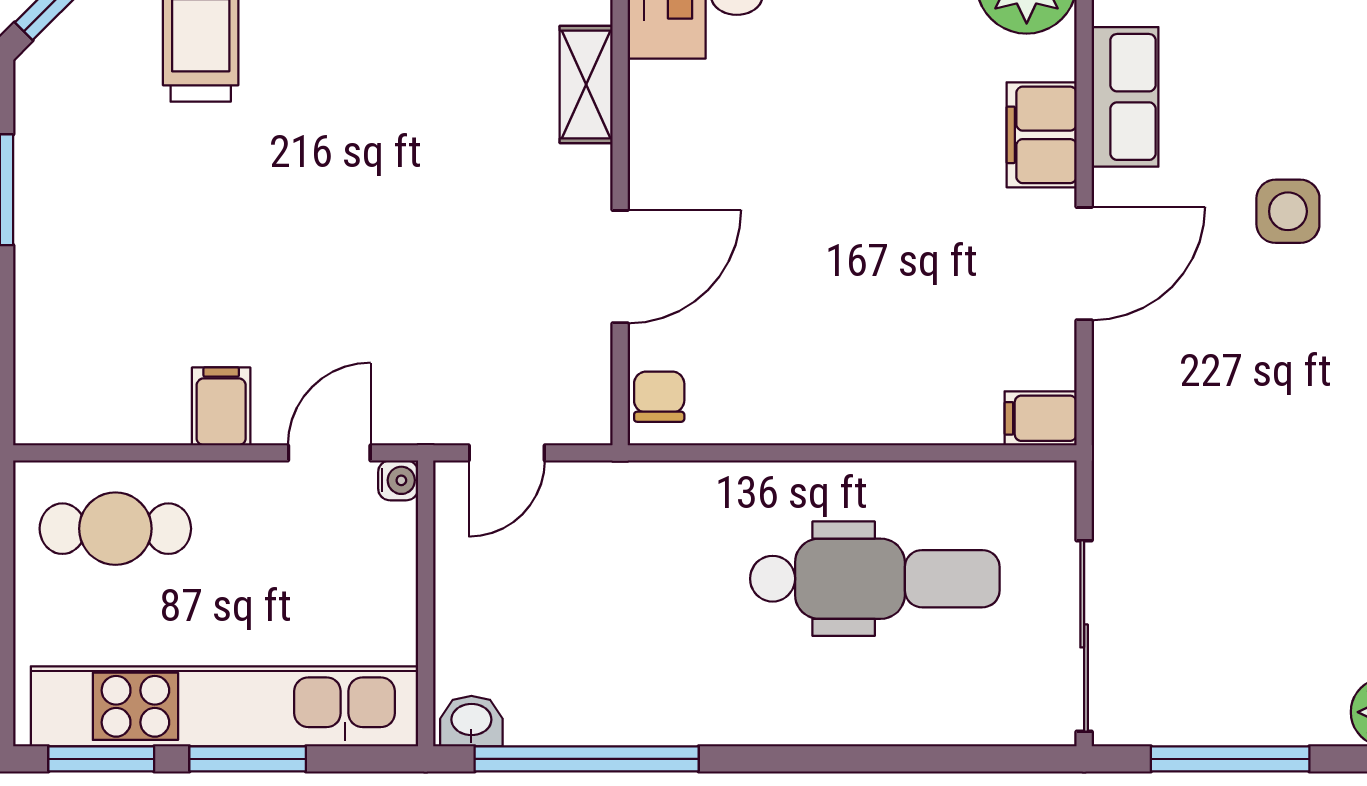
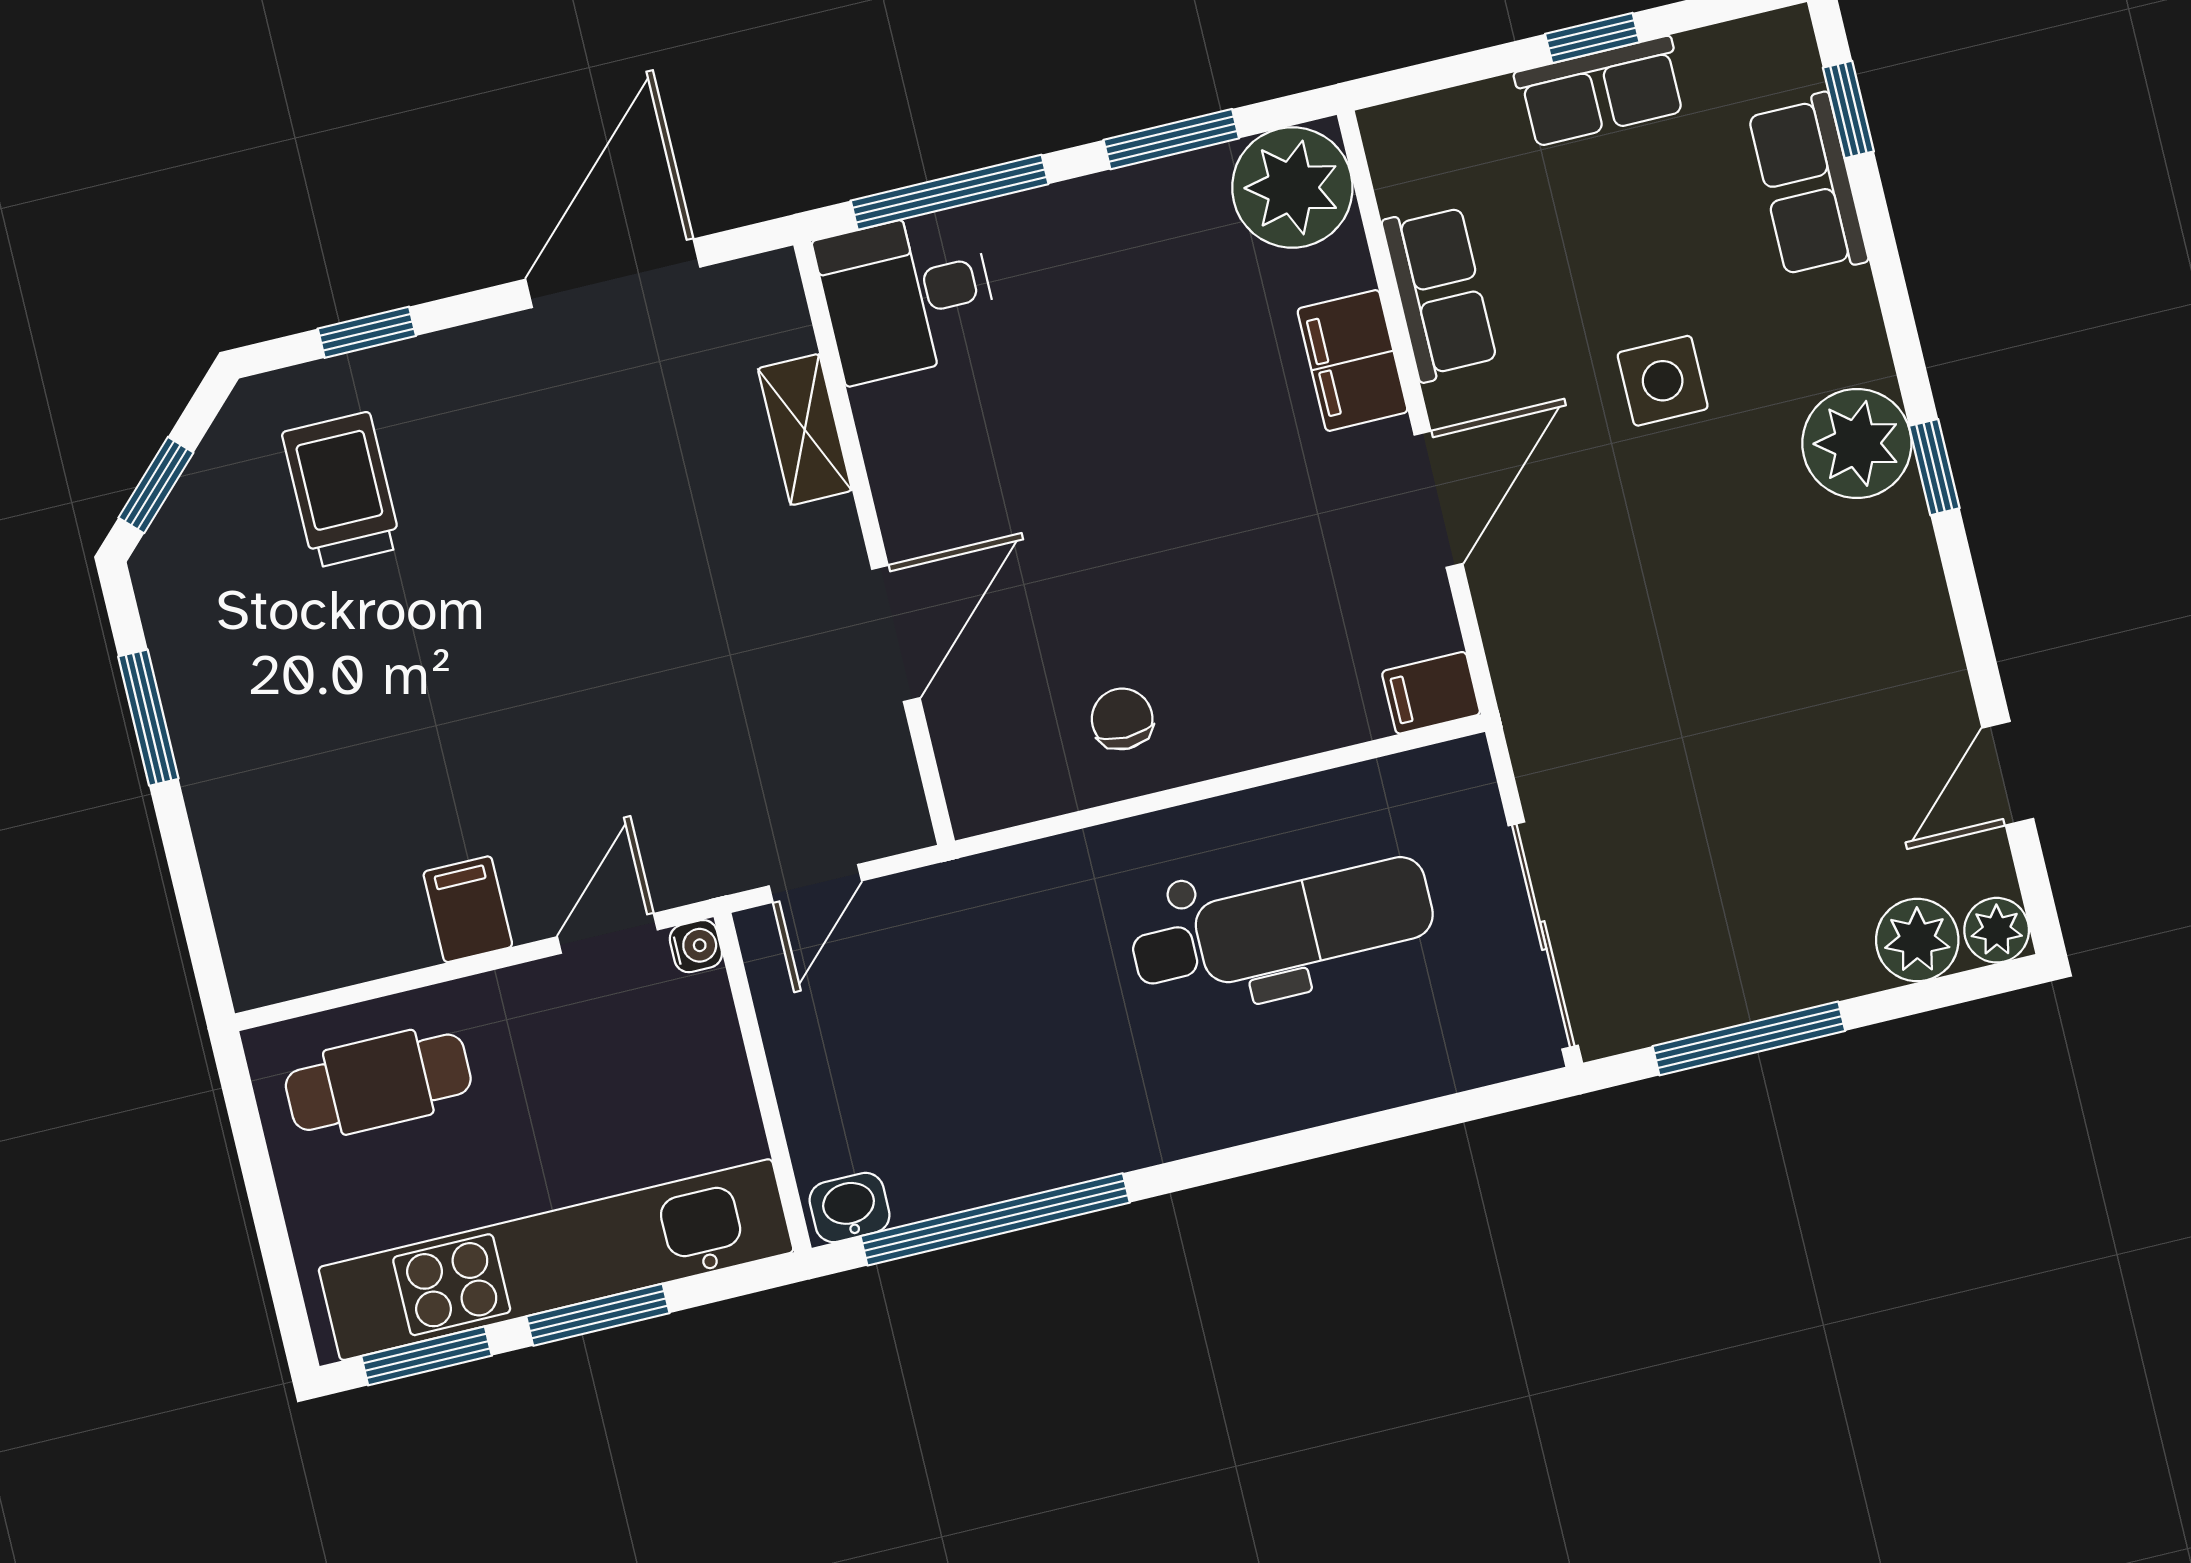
chair: (659, 397) -> (1122, 719), moved

